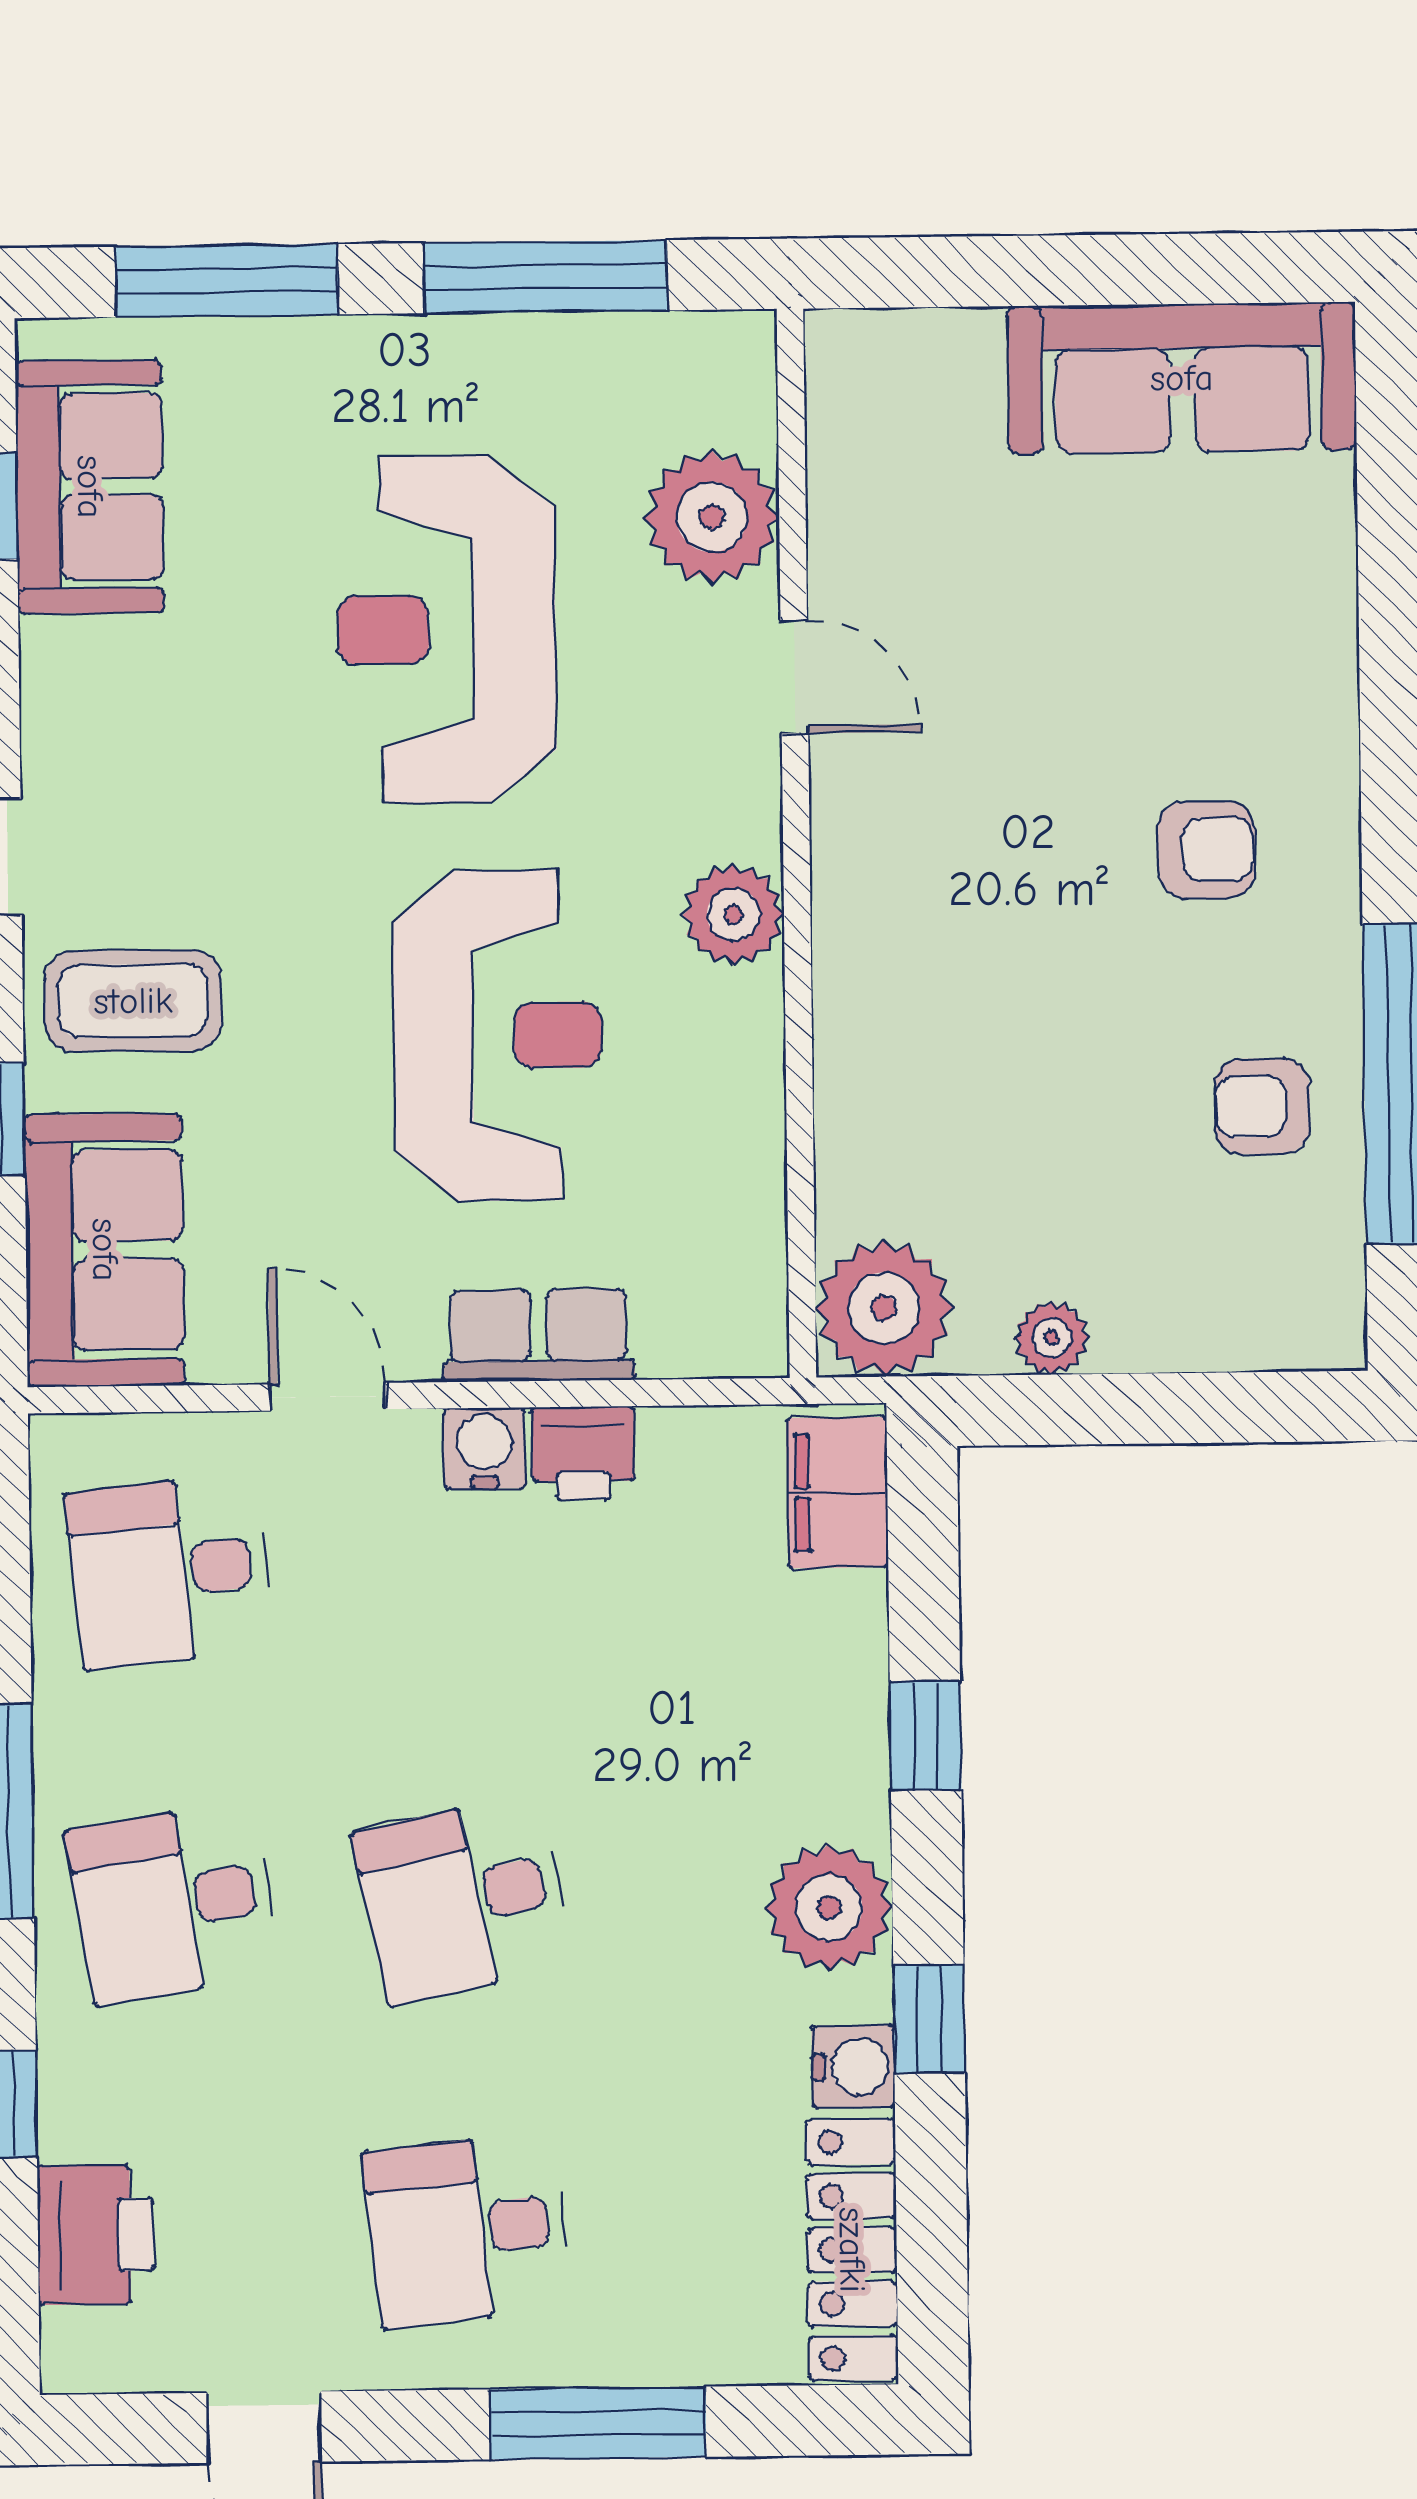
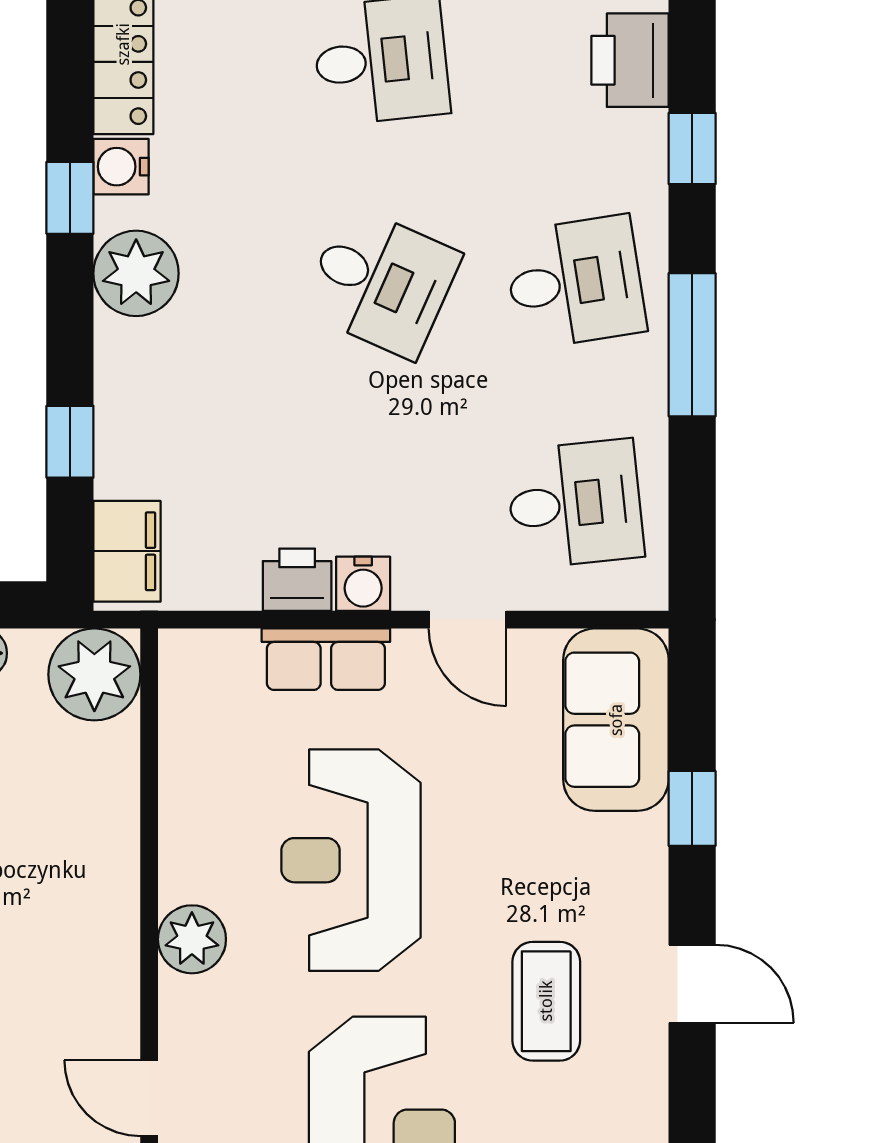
coffee table: (133, 1001) -> (546, 1001), moved, turned 90
window: (926, 1736) -> (70, 442), moved
desk: (463, 1899) -> (381, 282), turned 36

